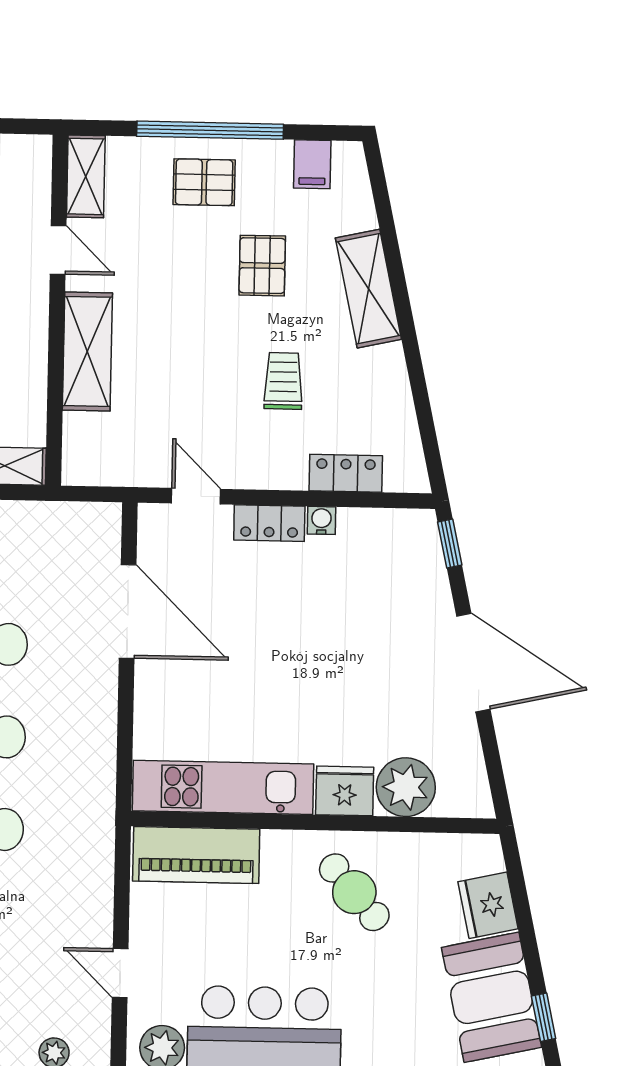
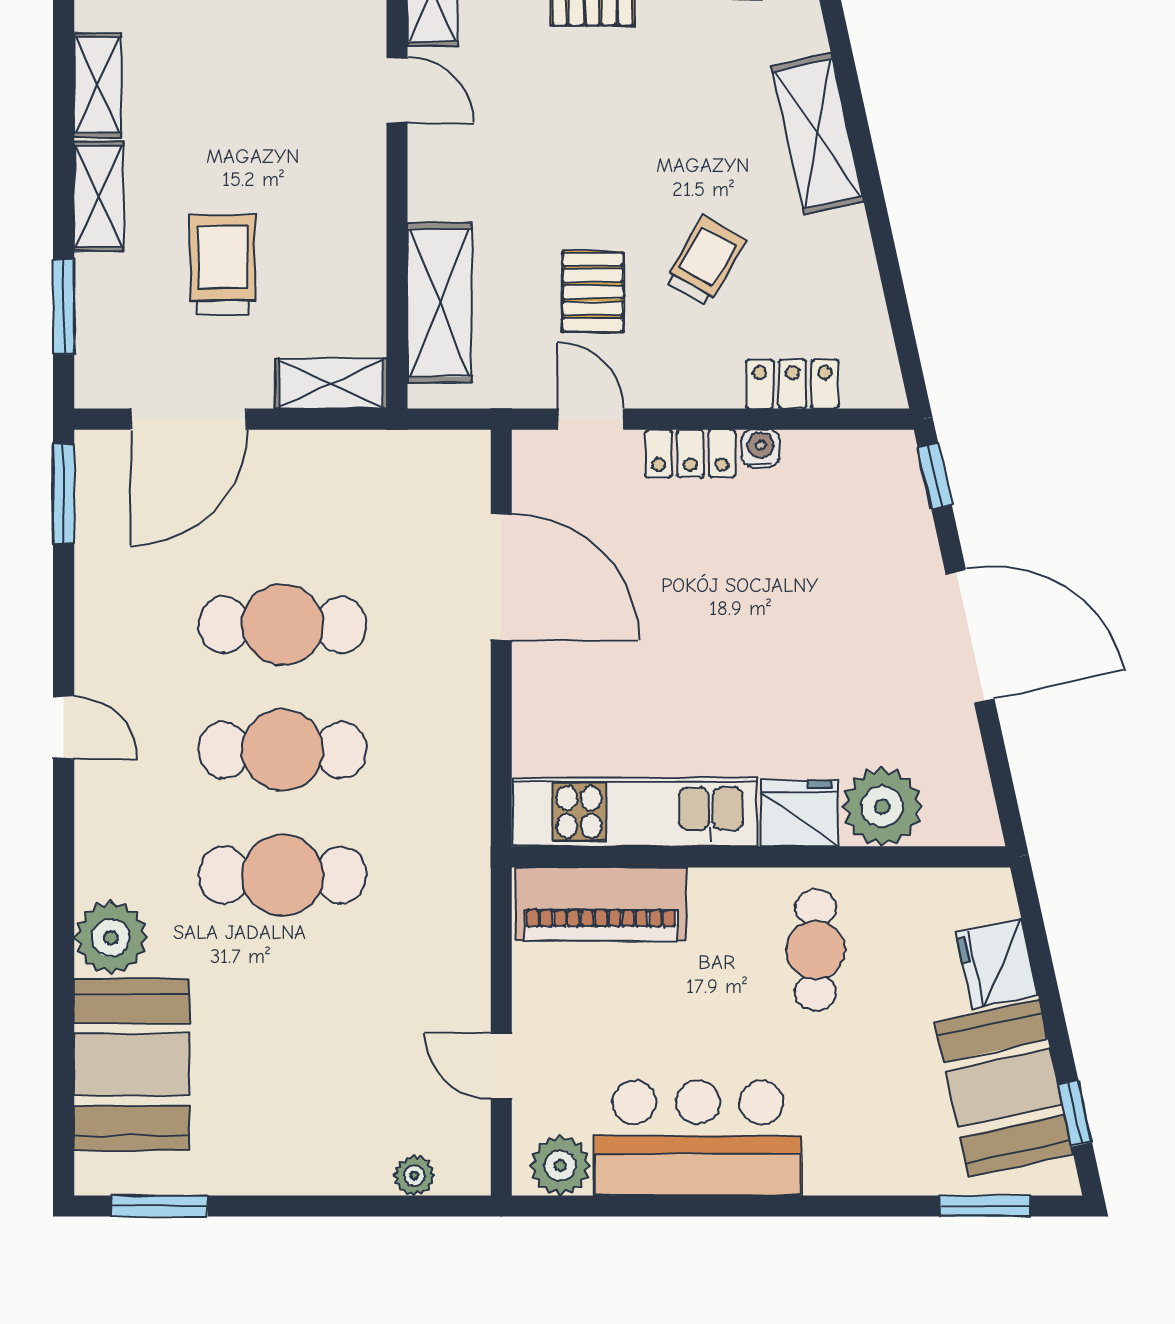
pallet: (262, 266) -> (593, 292), moved
shelving: (87, 351) -> (439, 303), moved
trolley: (283, 381) -> (705, 261), turned 30
cafe table: (354, 892) -> (816, 950), turned 41

